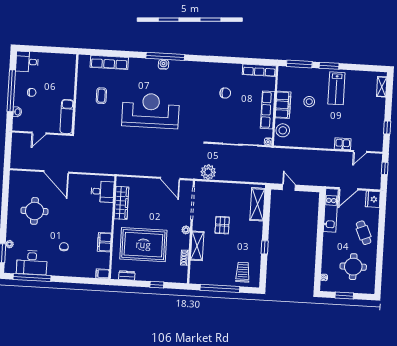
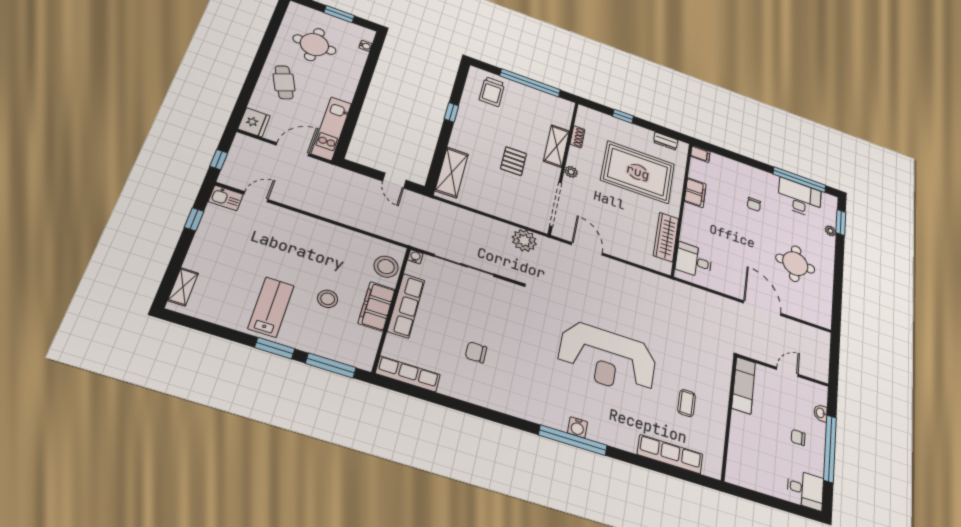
kitchen sink: (343, 144) -> (226, 198), moved

